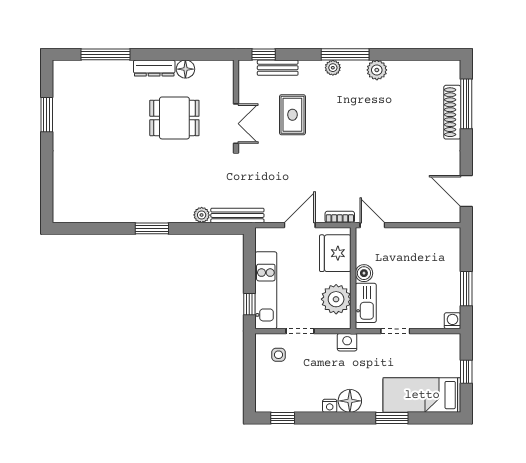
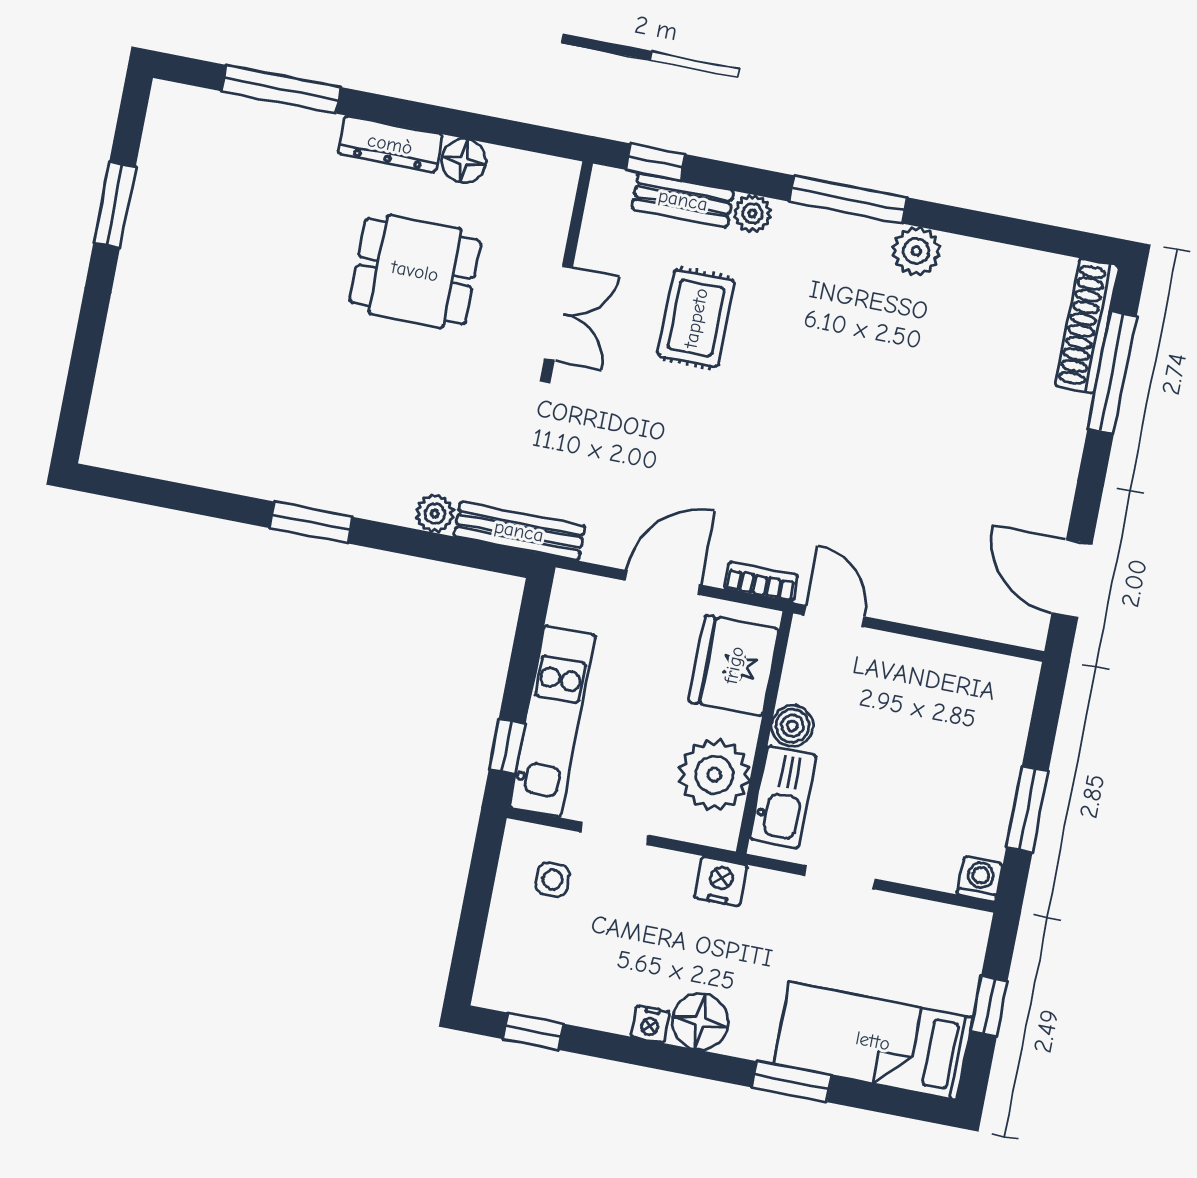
plant: (333, 68) -> (752, 213), moved
shoe rack: (452, 112) -> (1087, 326), moved

